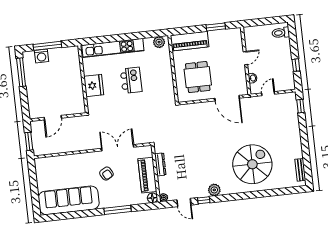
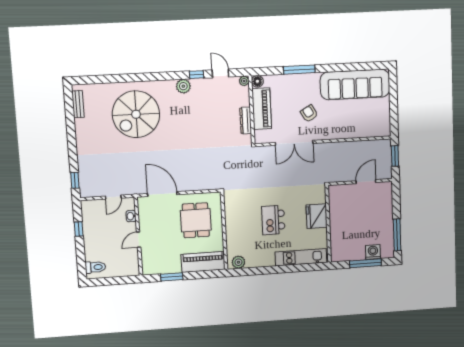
kitchen unit: (113, 48) -> (301, 257), width x0.73

